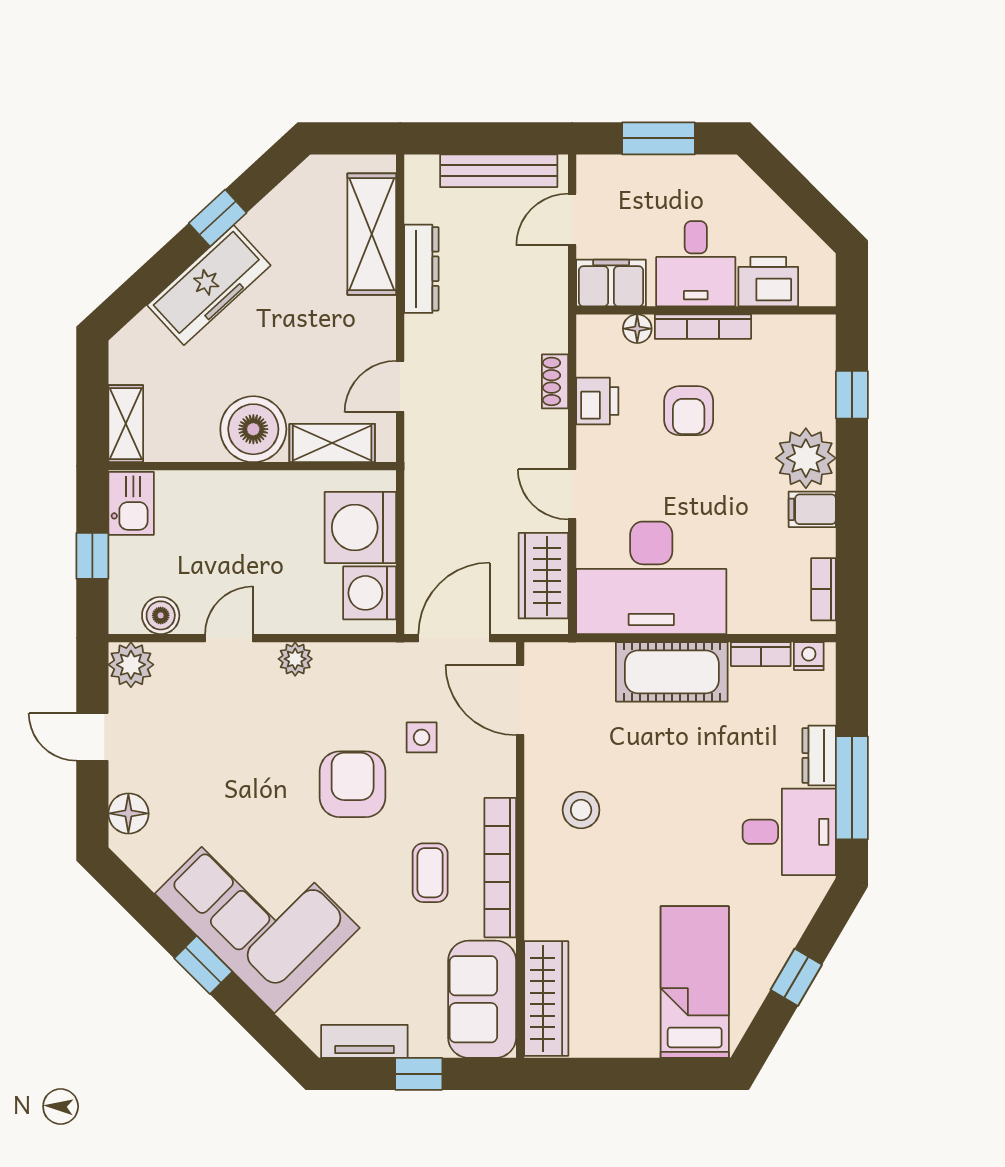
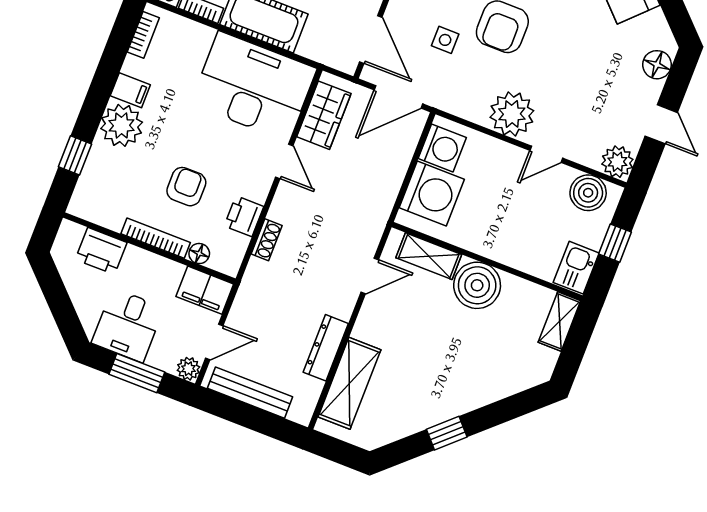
plant: (592, 171) -> (188, 369), added
desk: (696, 264) -> (128, 325), moved, turned 180
freezer: (209, 285) -> (470, 391), removed
boiler: (161, 615) -> (588, 193), width x1.36, depth x1.36
plant: (295, 659) -> (512, 114), width x1.87, depth x1.87

